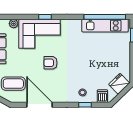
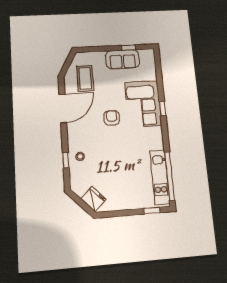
plant: (14, 24) -> (152, 75), removed
dishwasher: (102, 96) -> (77, 180), removed

